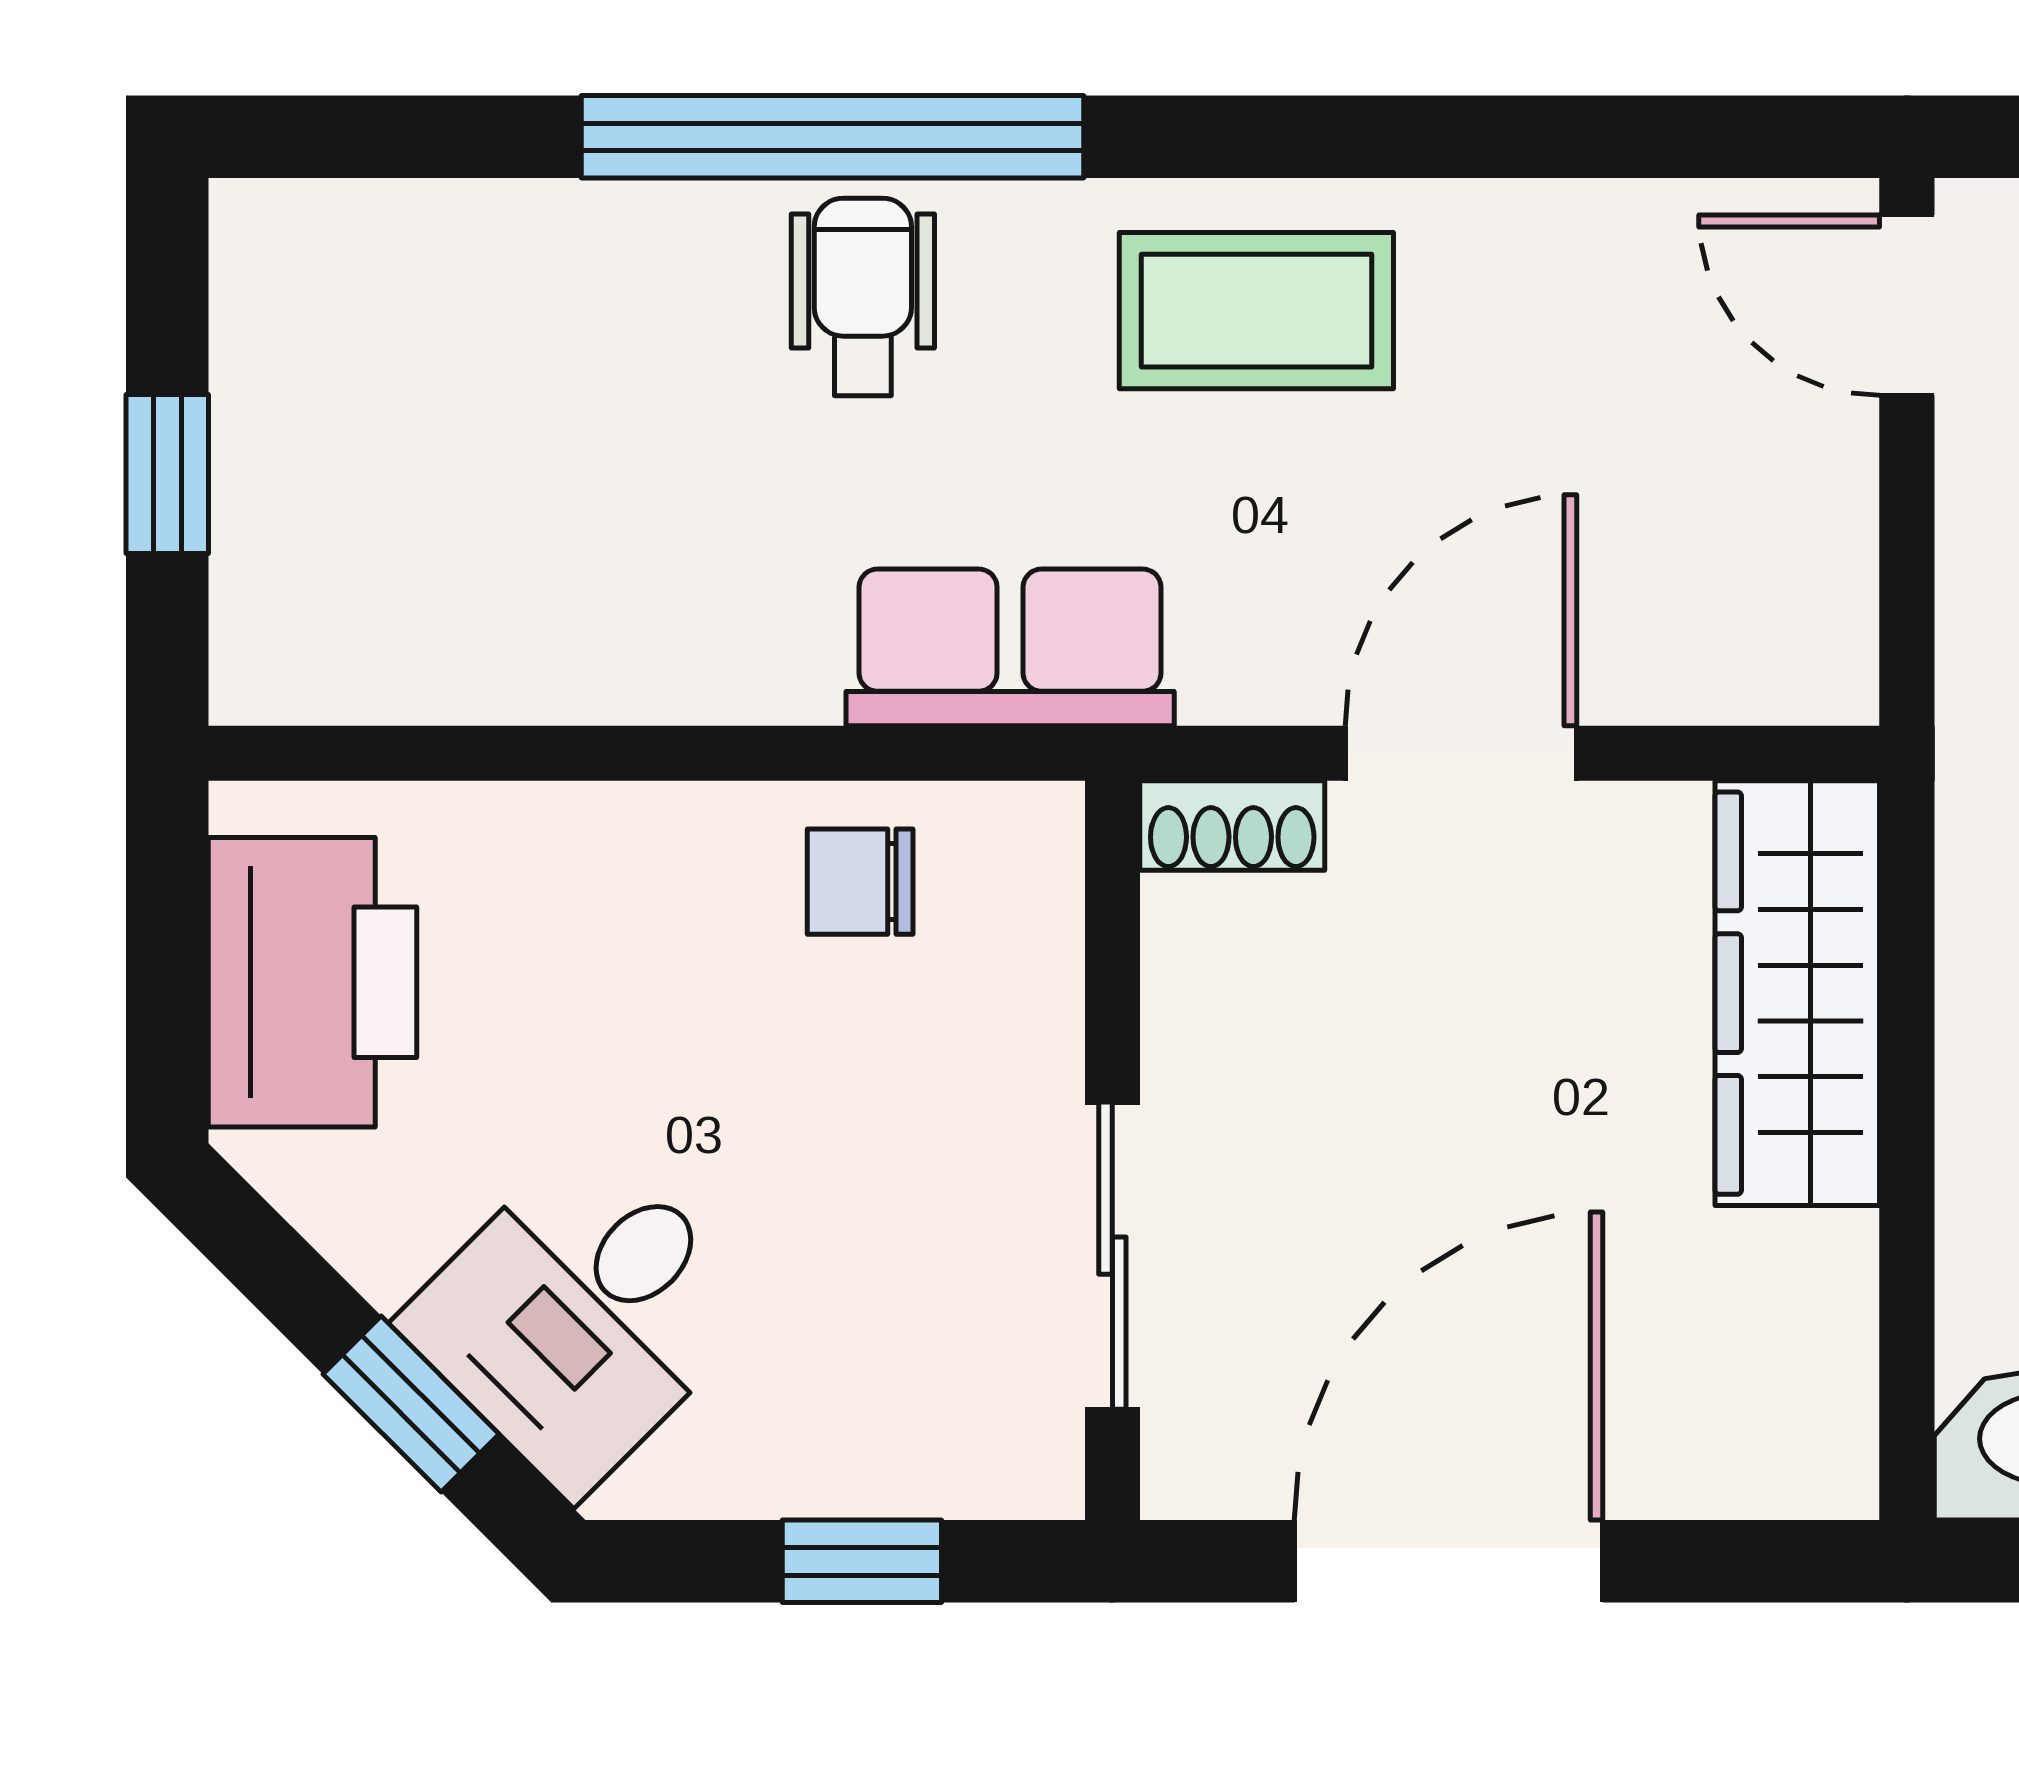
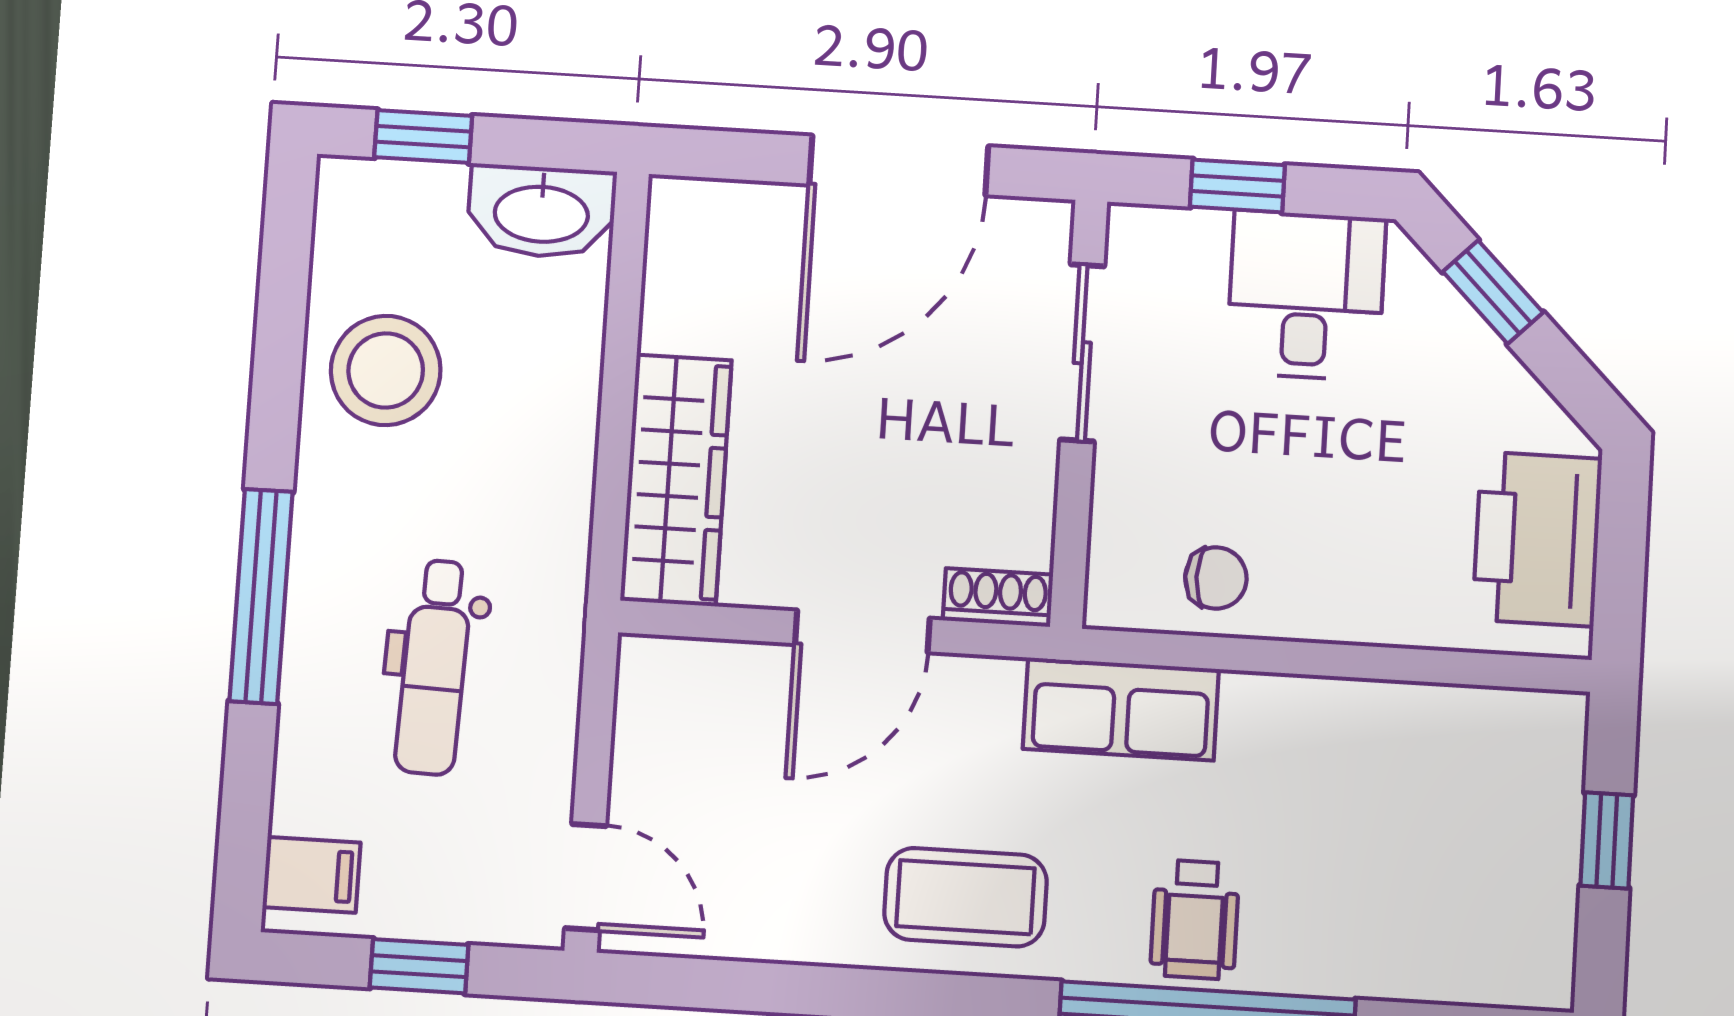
desk: (581, 1316) -> (1306, 295), moved, turned -45

